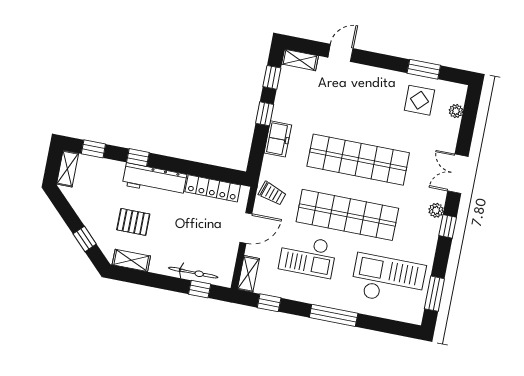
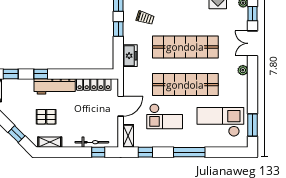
freezer: (278, 139) -> (130, 56), moved
trolley: (272, 193) -> (145, 18), moved
window: (448, 226) -> (252, 14), moved

